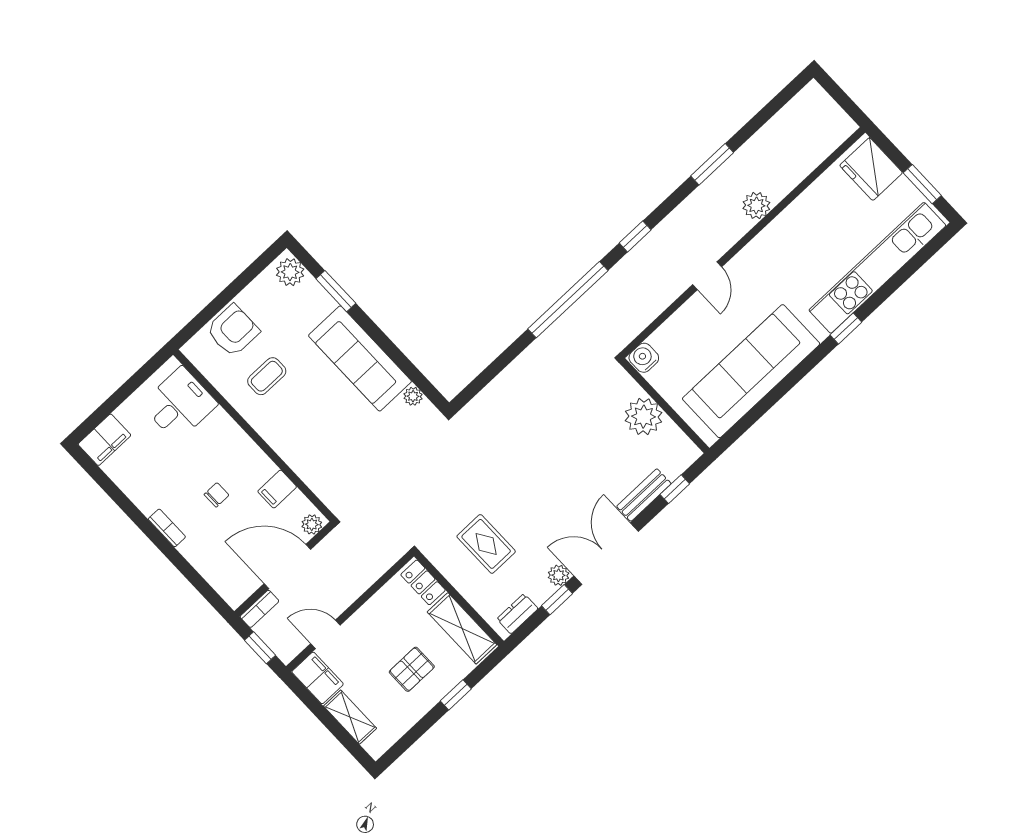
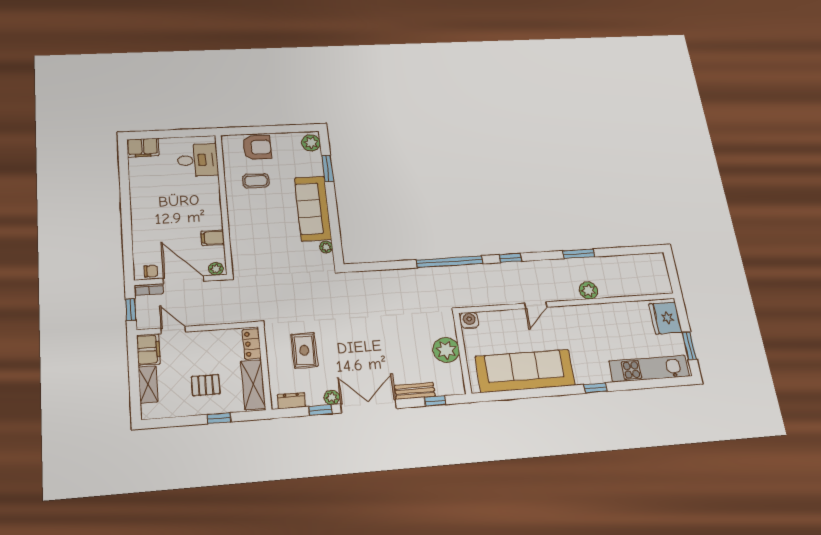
kitchen unit: (877, 268) -> (649, 369), width x0.73
chair: (217, 495) -> (151, 271), moved
bookcase: (167, 528) -> (136, 213), removed

